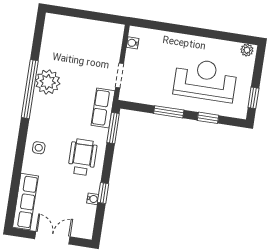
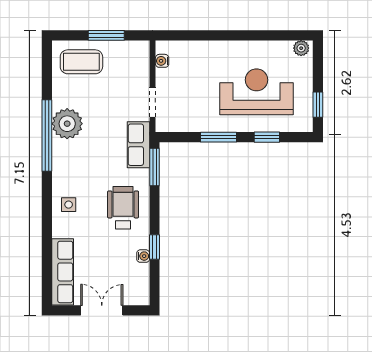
window: (90, 15) -> (106, 35), added
coffee table: (67, 34) -> (81, 62), added

